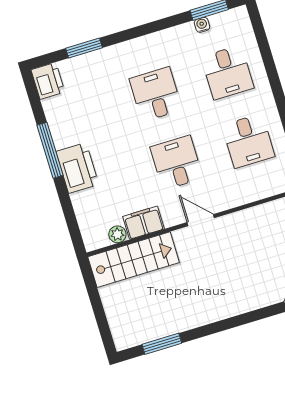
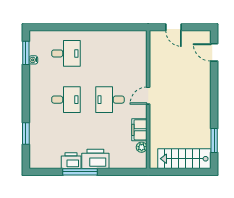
printer: (48, 81) -> (71, 161), moved
desk: (156, 94) -> (66, 100), turned 180
desk: (248, 141) -> (110, 53), removed
stairs: (134, 260) -> (184, 159), moved, turned -90

